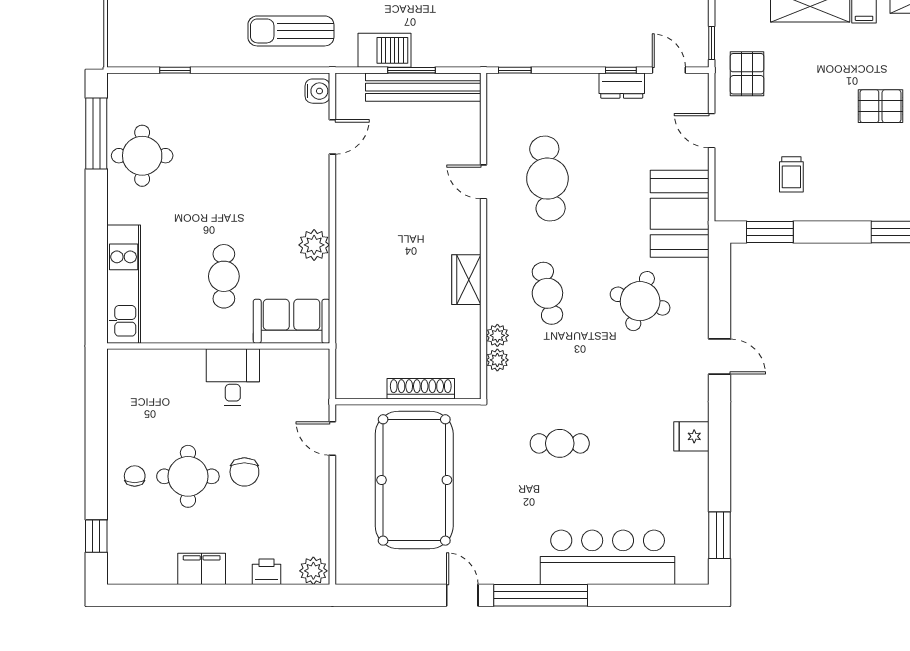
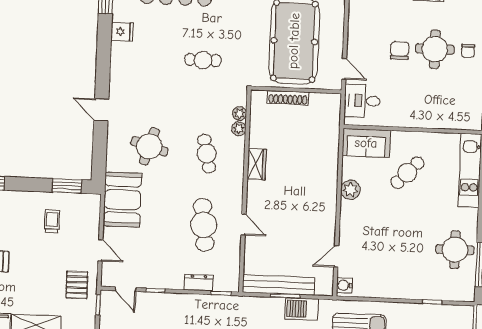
dresser: (622, 86) -> (199, 283), moved
cafe table: (224, 276) -> (407, 173), turned 44
desk: (233, 377) -> (362, 101), moved, turned 90
fridge: (691, 436) -> (122, 32), moved

